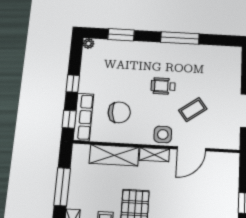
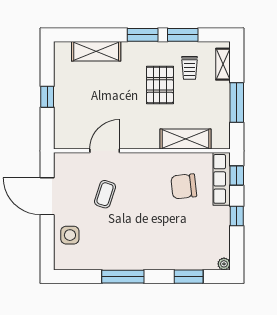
wheelchair: (163, 86) -> (138, 219), removed
coffee table: (193, 110) -> (105, 194), turned -36
side table: (163, 134) -> (70, 235), moved
shelving: (154, 155) -> (143, 142), removed

